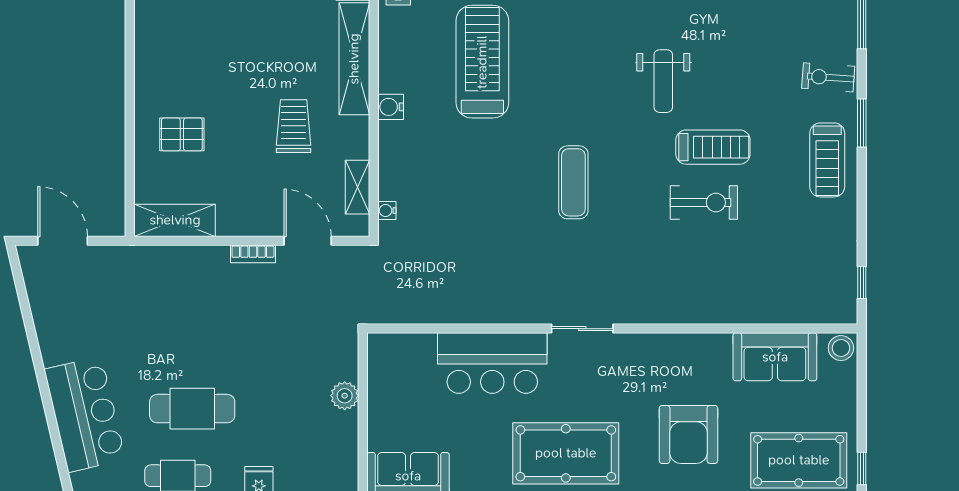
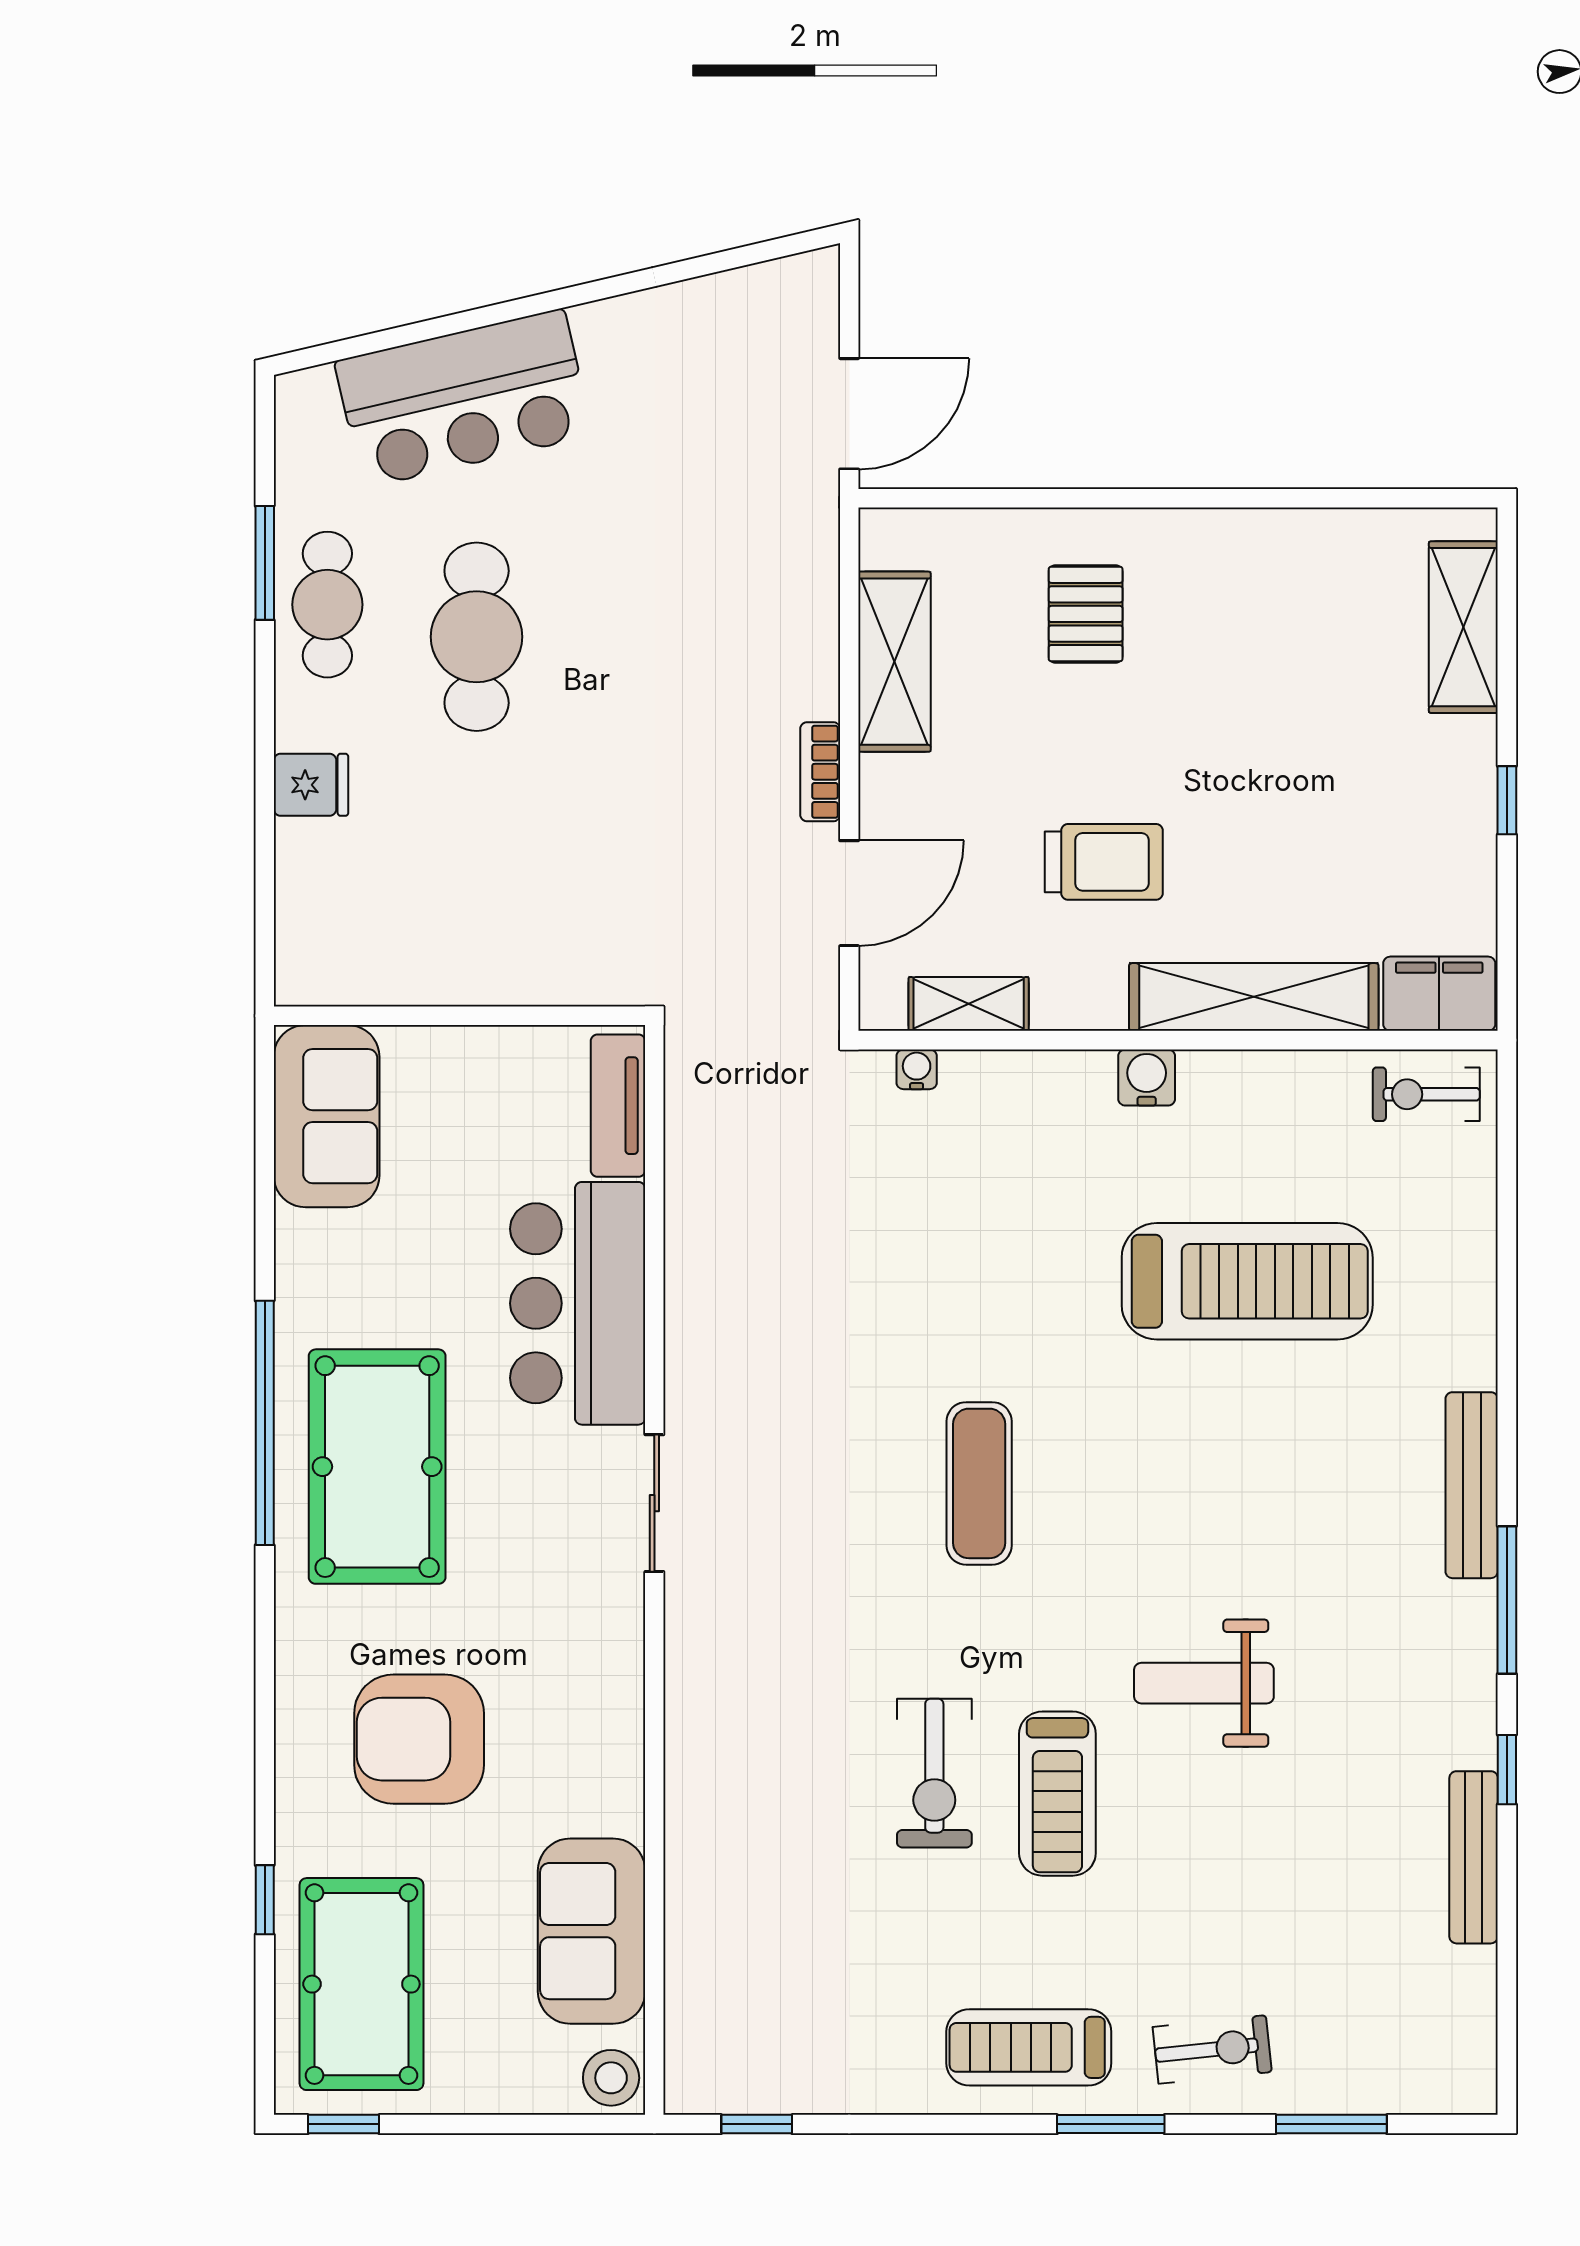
exercise bike: (828, 77) -> (1212, 2049), turned 80
exercise mat: (573, 182) -> (979, 1483), turned 90
shelving: (175, 220) -> (894, 662), moved
door: (63, 241) -> (849, 414), moved
tv unit: (403, 345) -> (618, 1106), added
plant: (345, 396) -> (505, 975), removed

